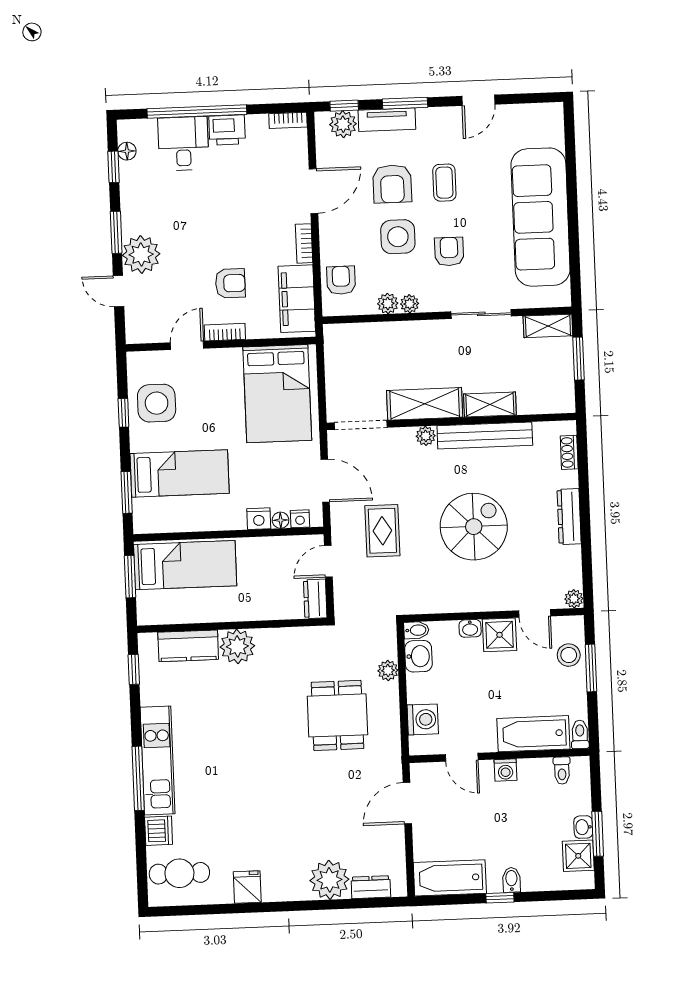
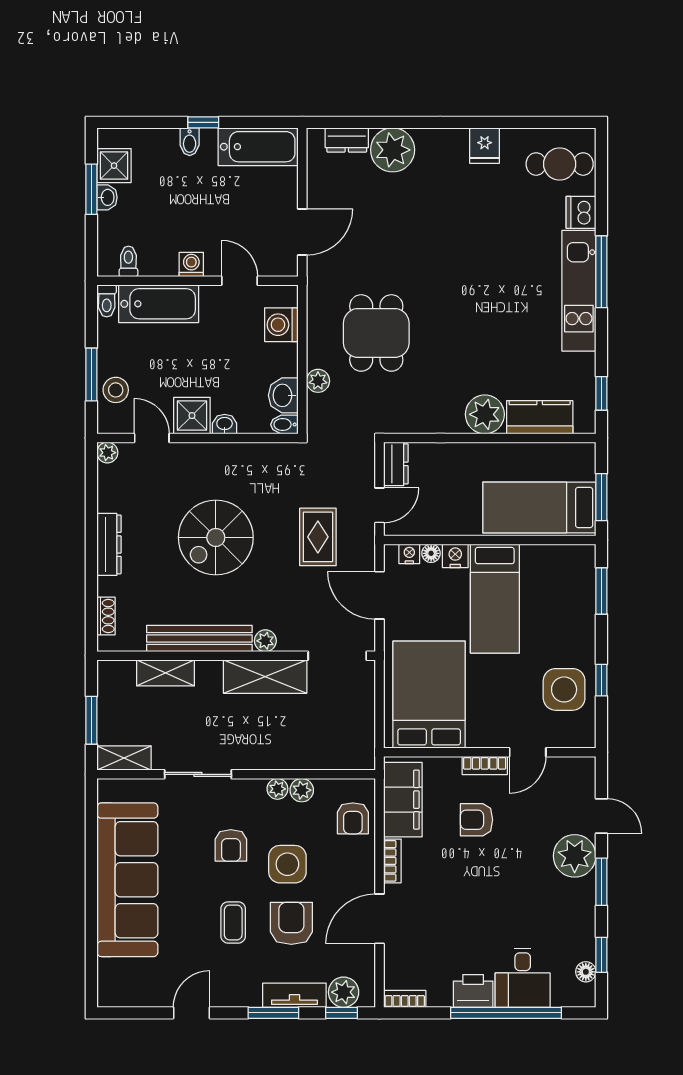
shelving: (490, 405) -> (166, 673), moved
bed: (180, 473) -> (495, 599), moved, turned -90

